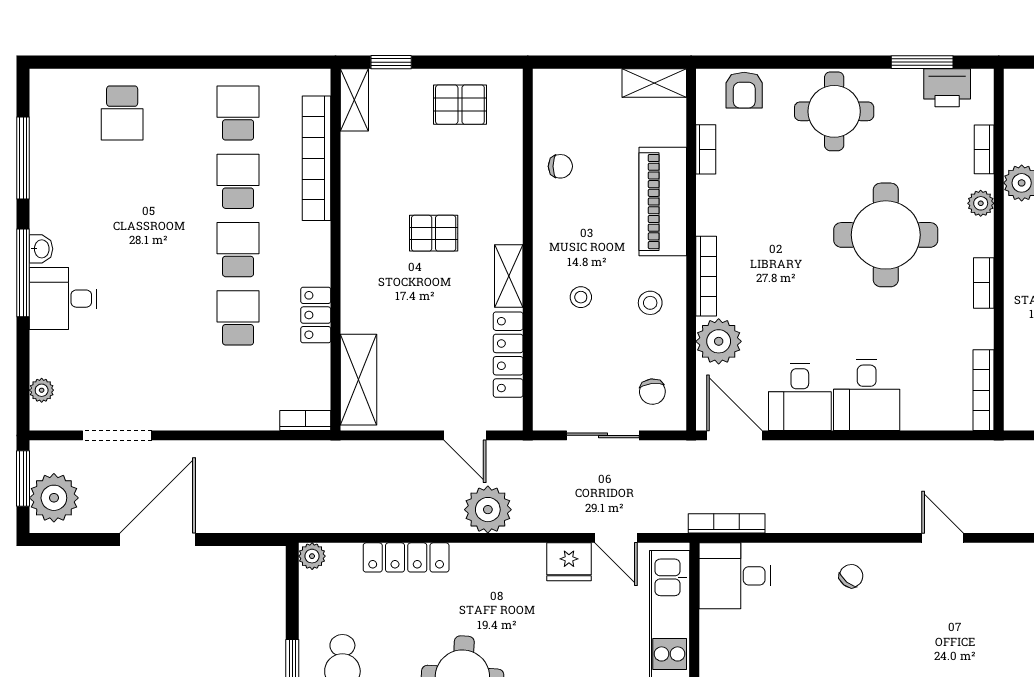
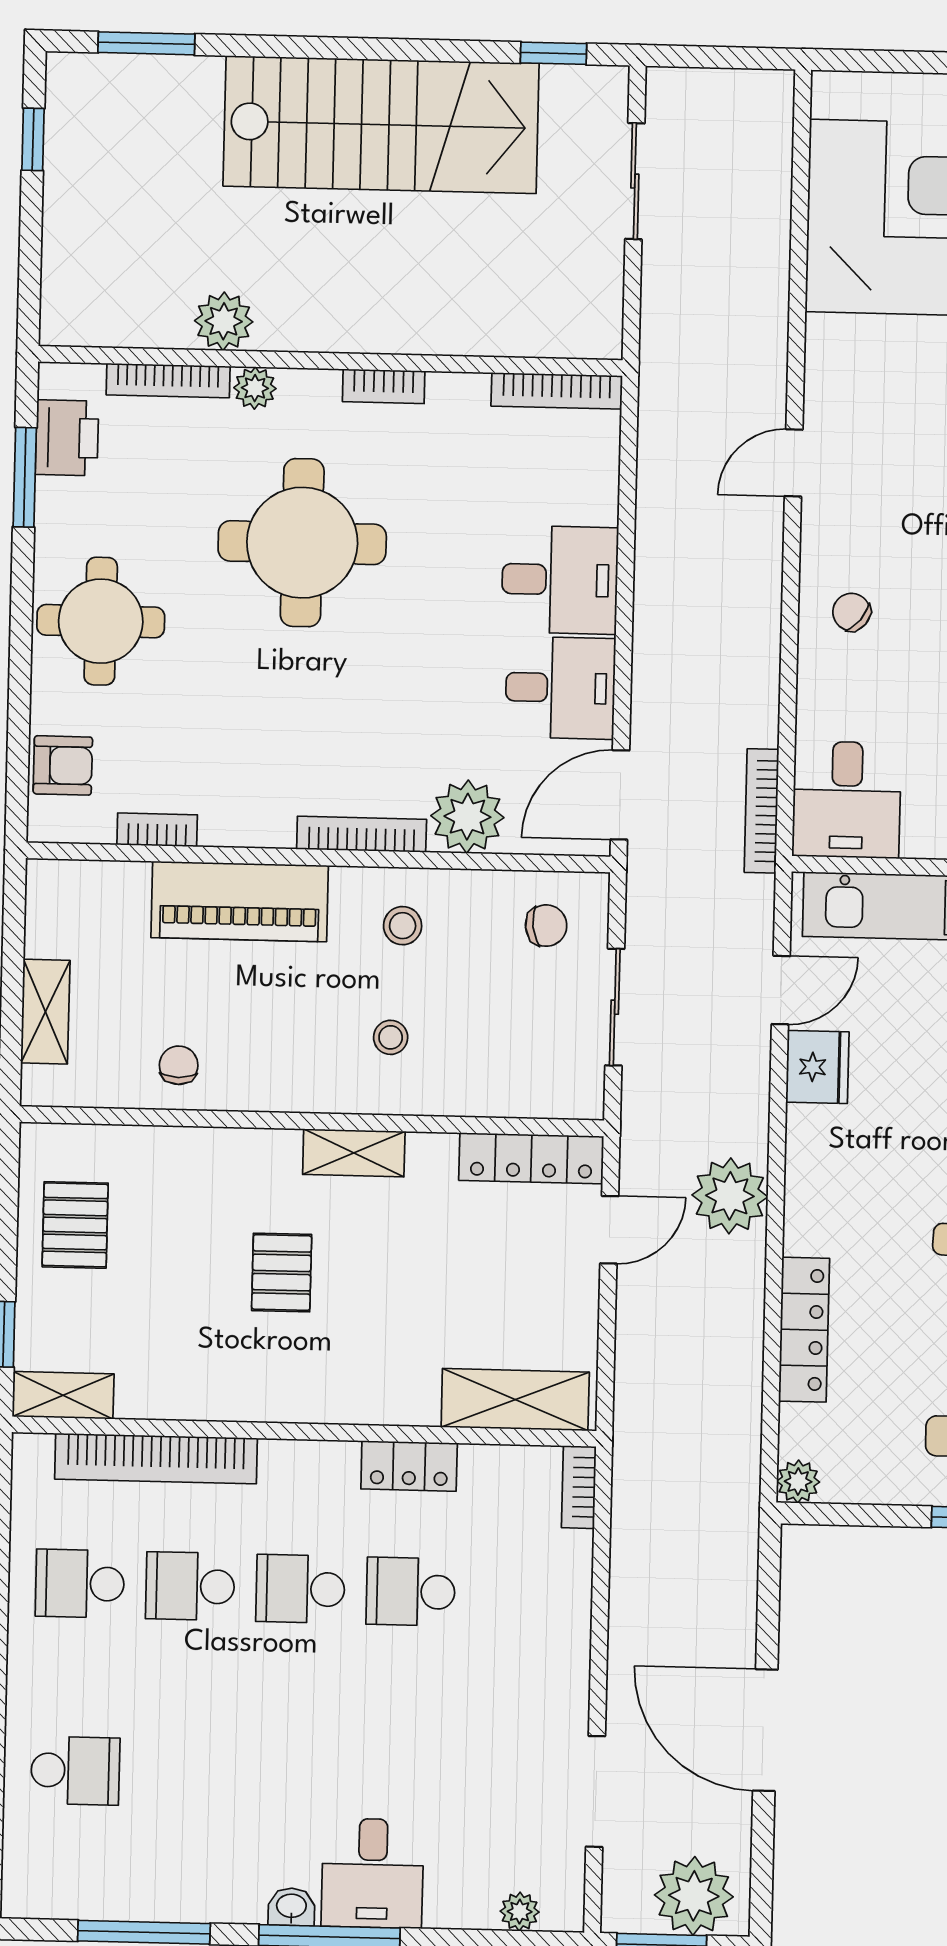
shelving: (654, 83) -> (45, 1012), moved
bookcase: (984, 149) -> (168, 380), width x1.56
locker: (508, 355) -> (531, 1158), moved

